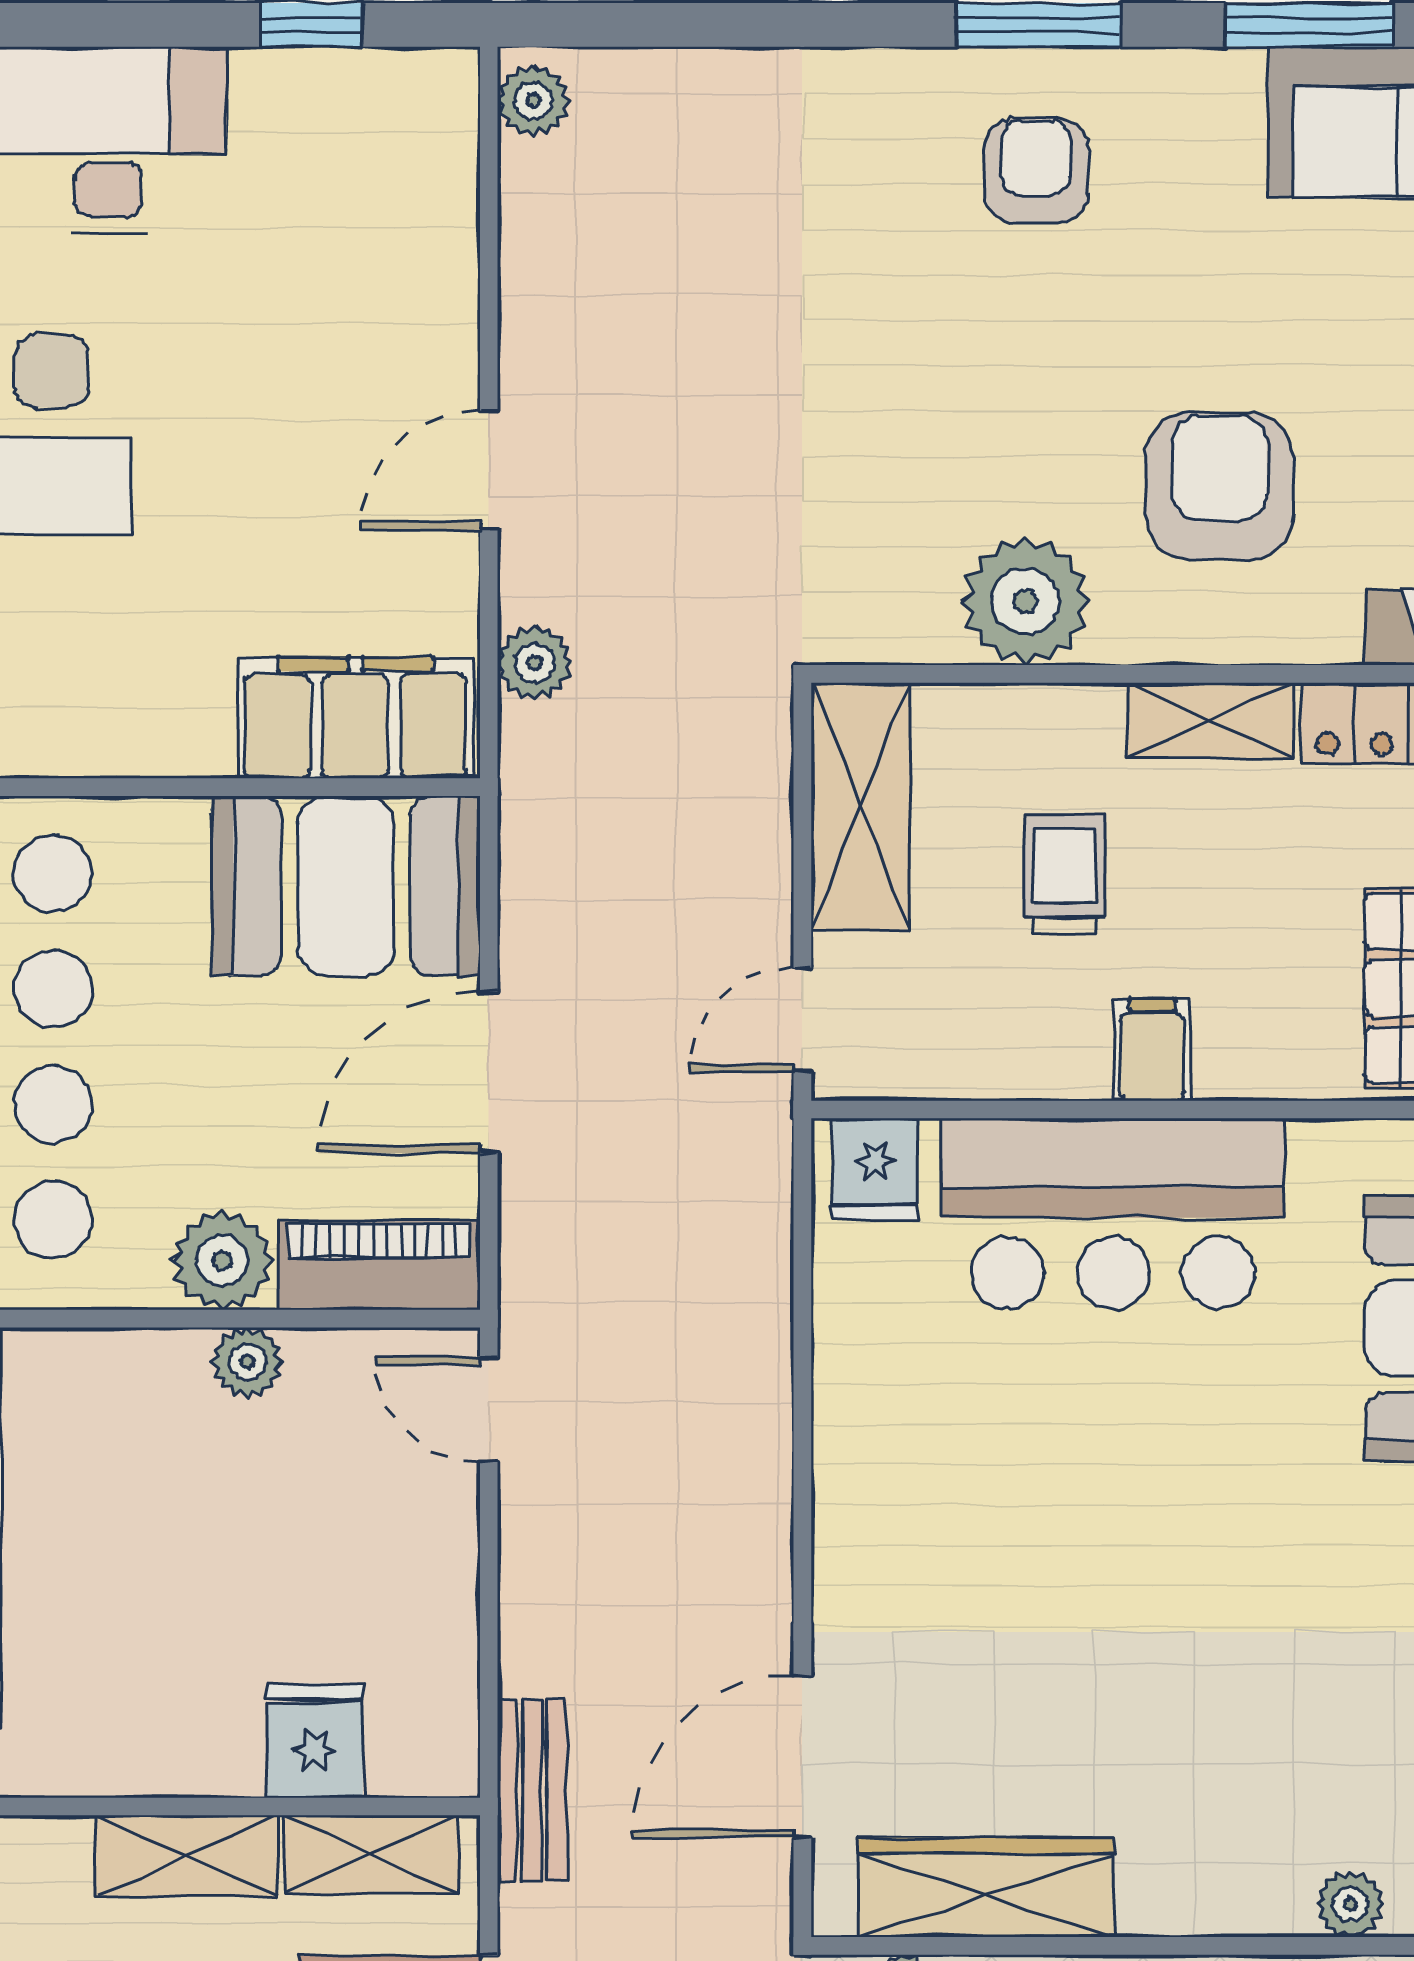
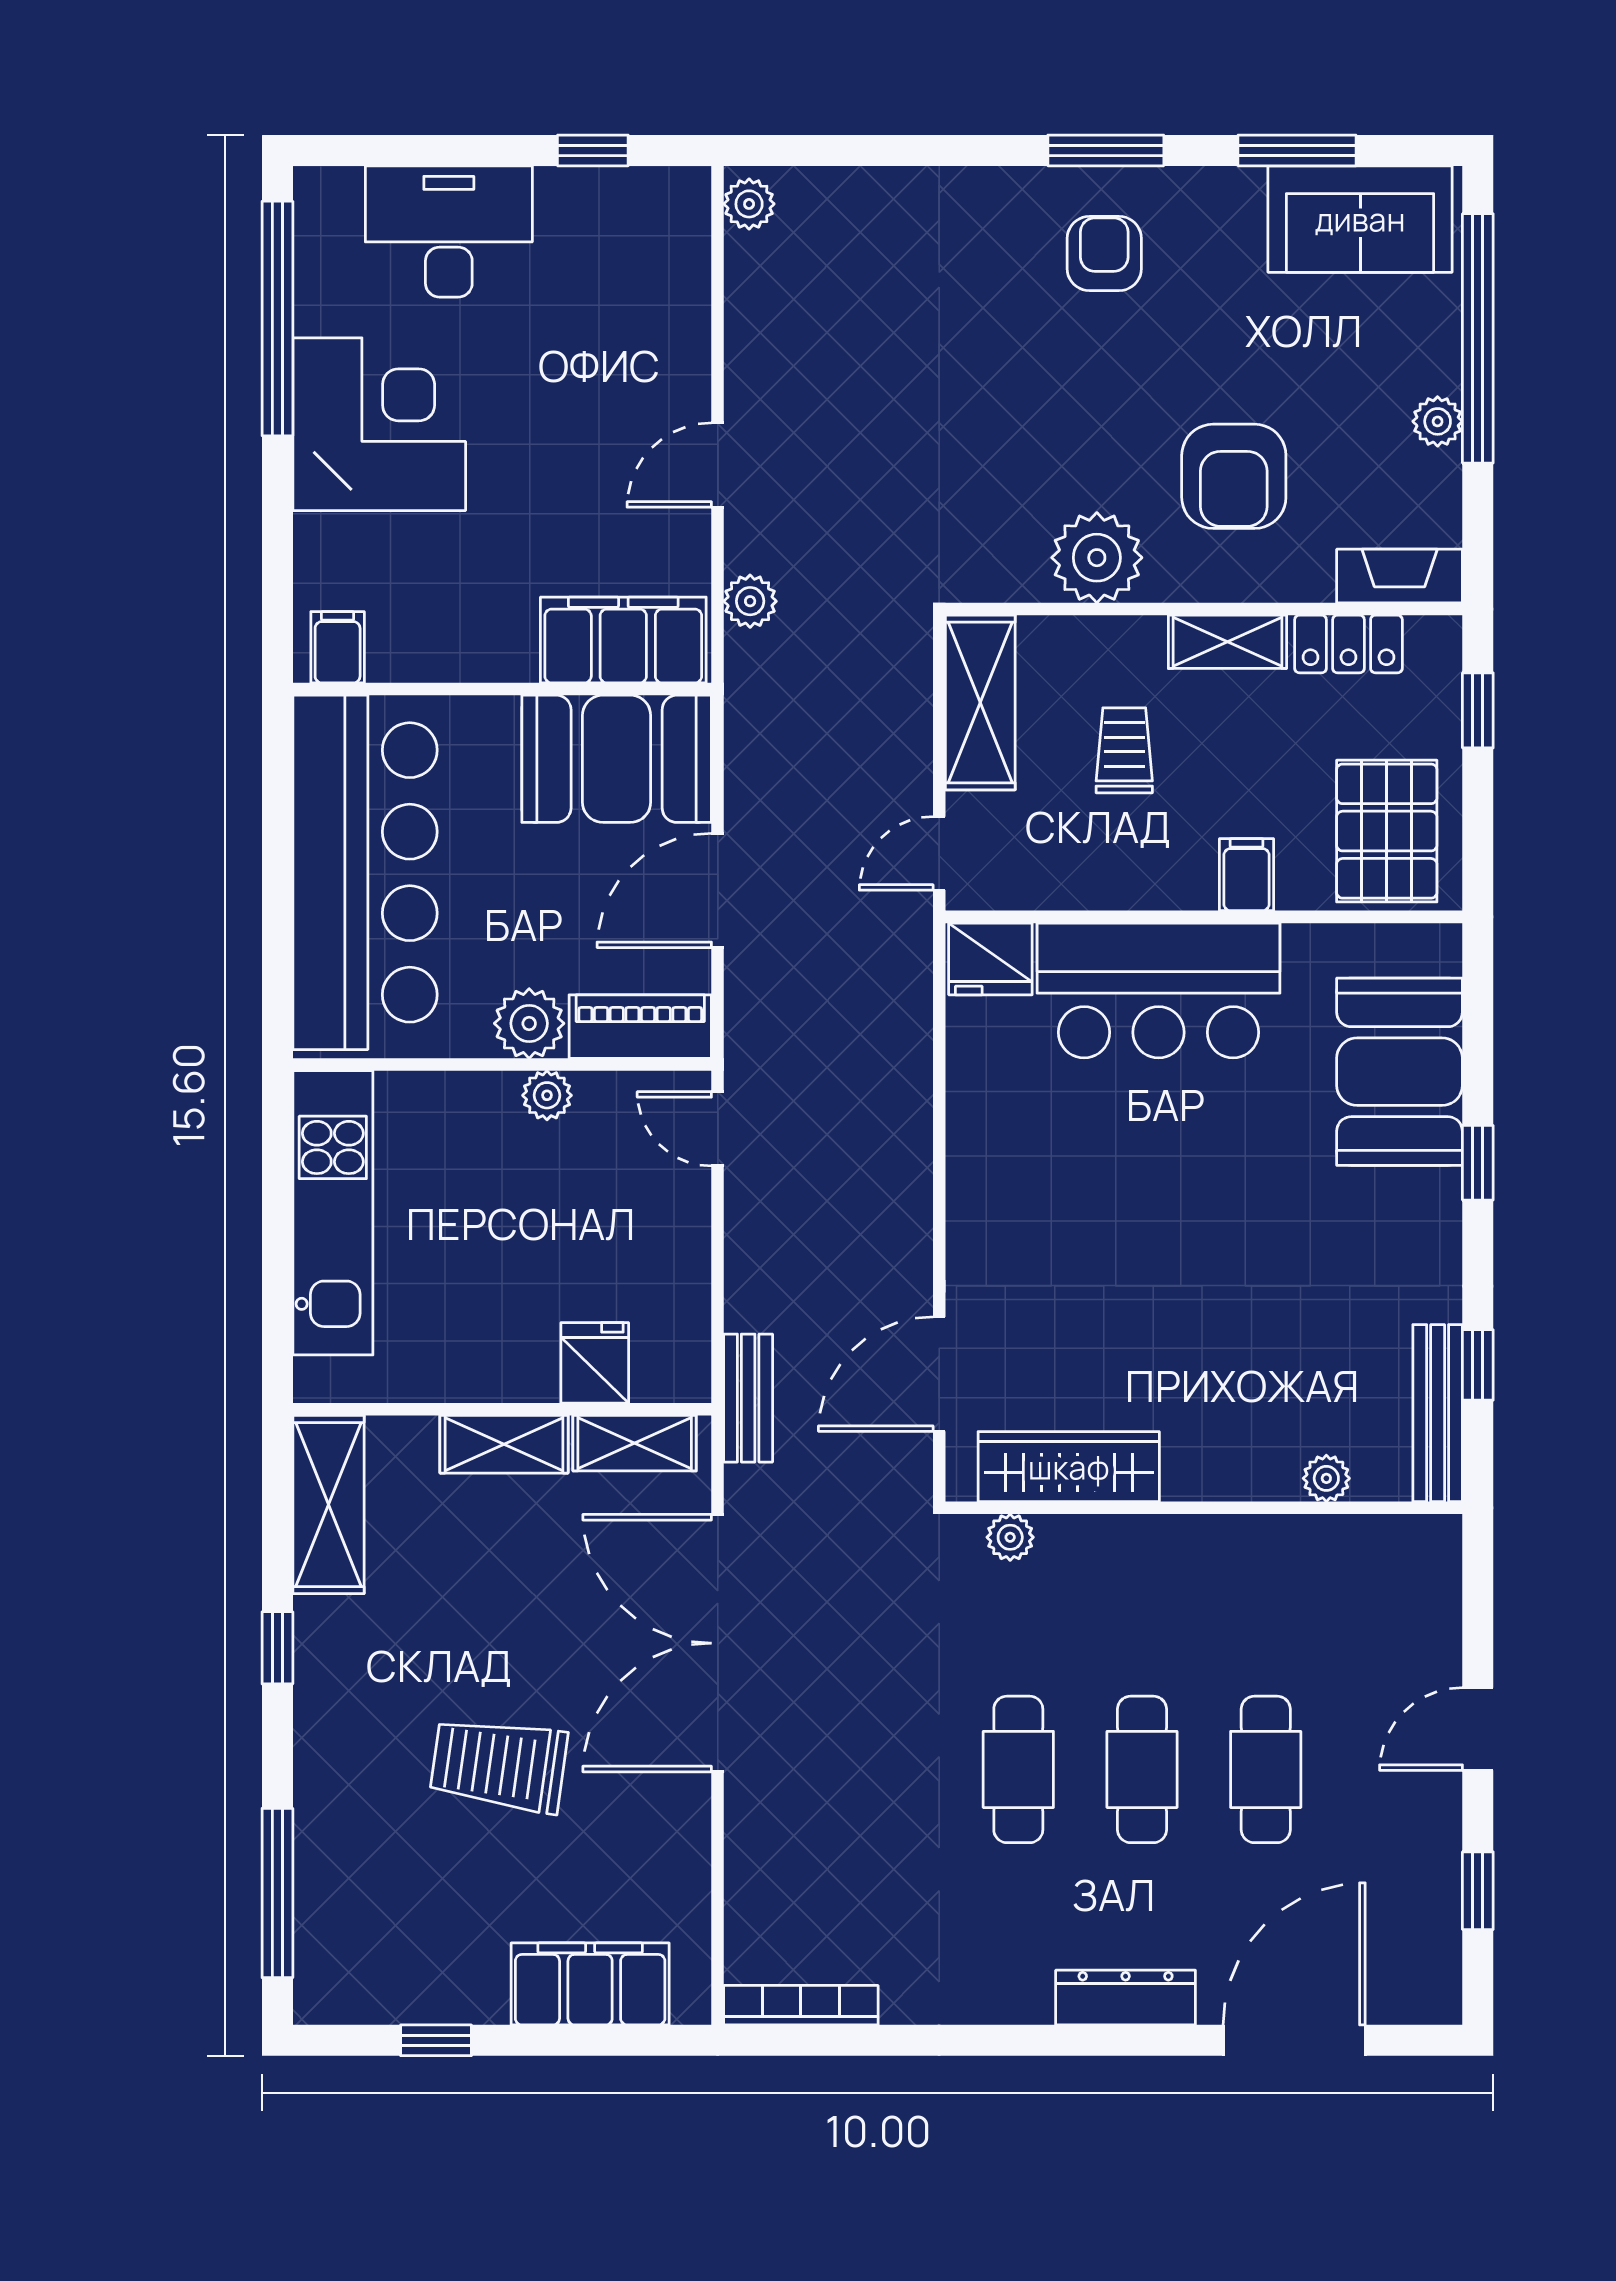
armchair: (1219, 486) -> (1234, 476), turned 180
filing cabinet: (1152, 1050) -> (1246, 875), moved
fridge: (875, 1169) -> (990, 959), width x1.38

